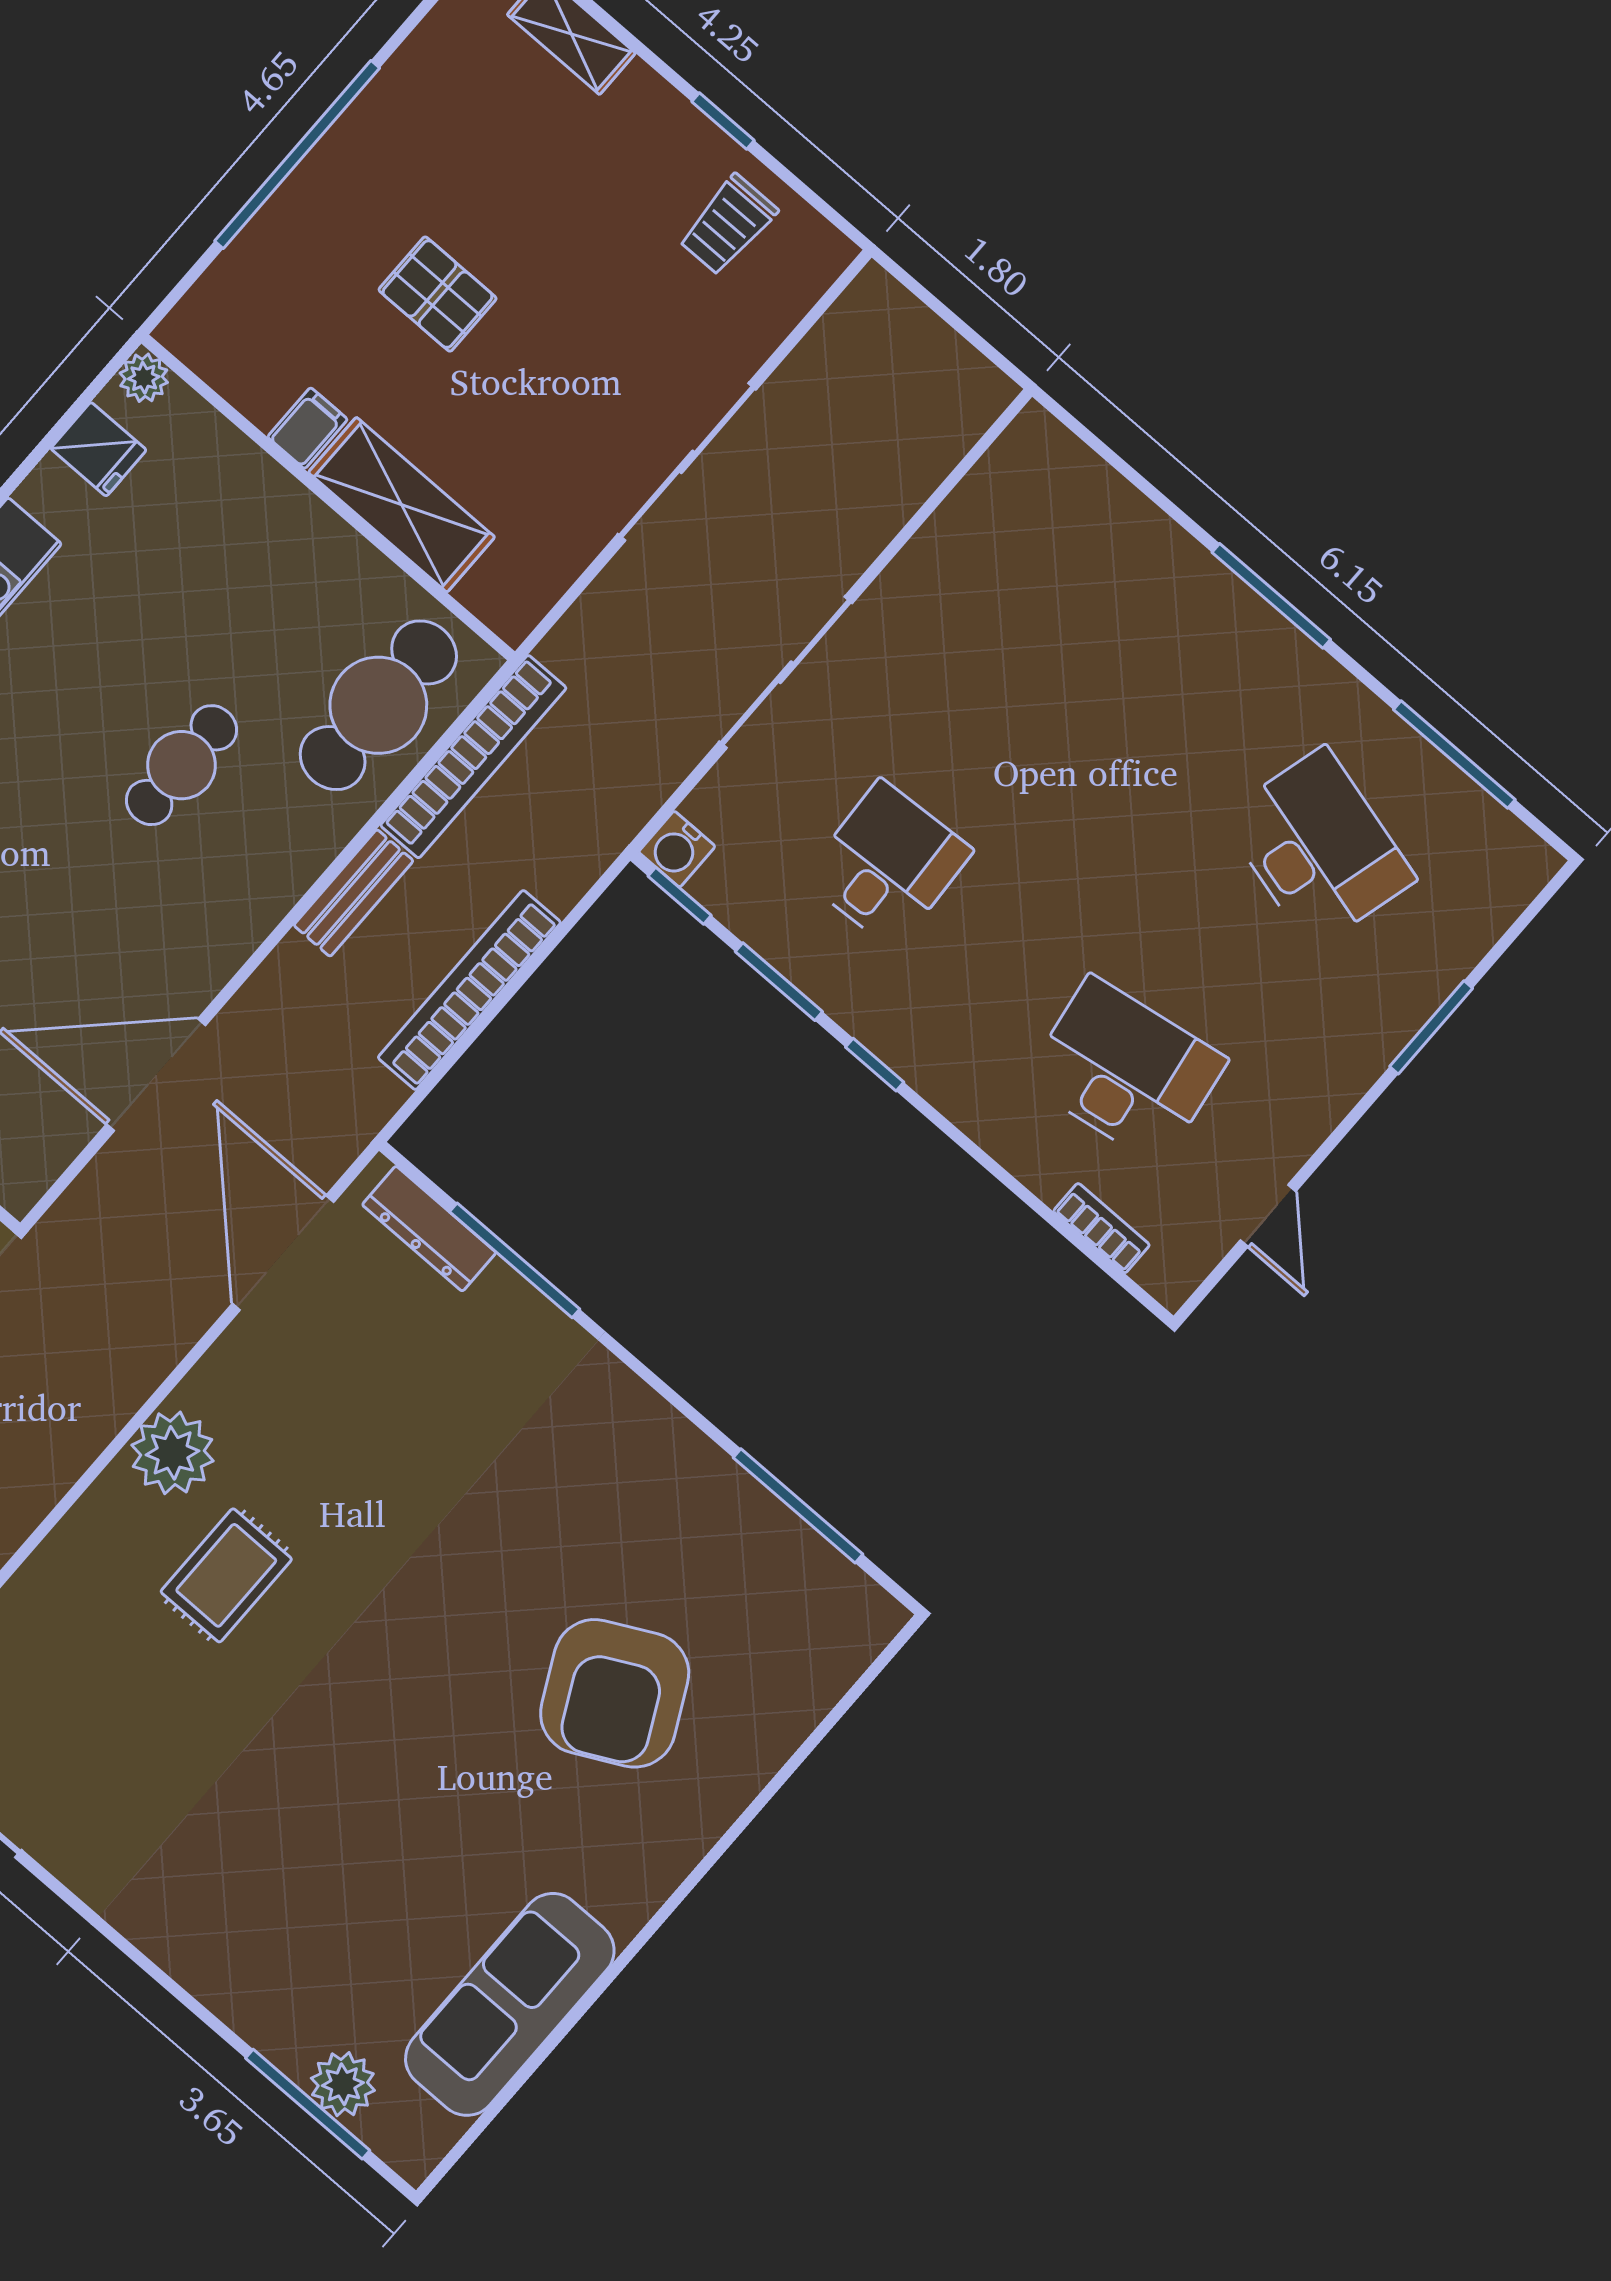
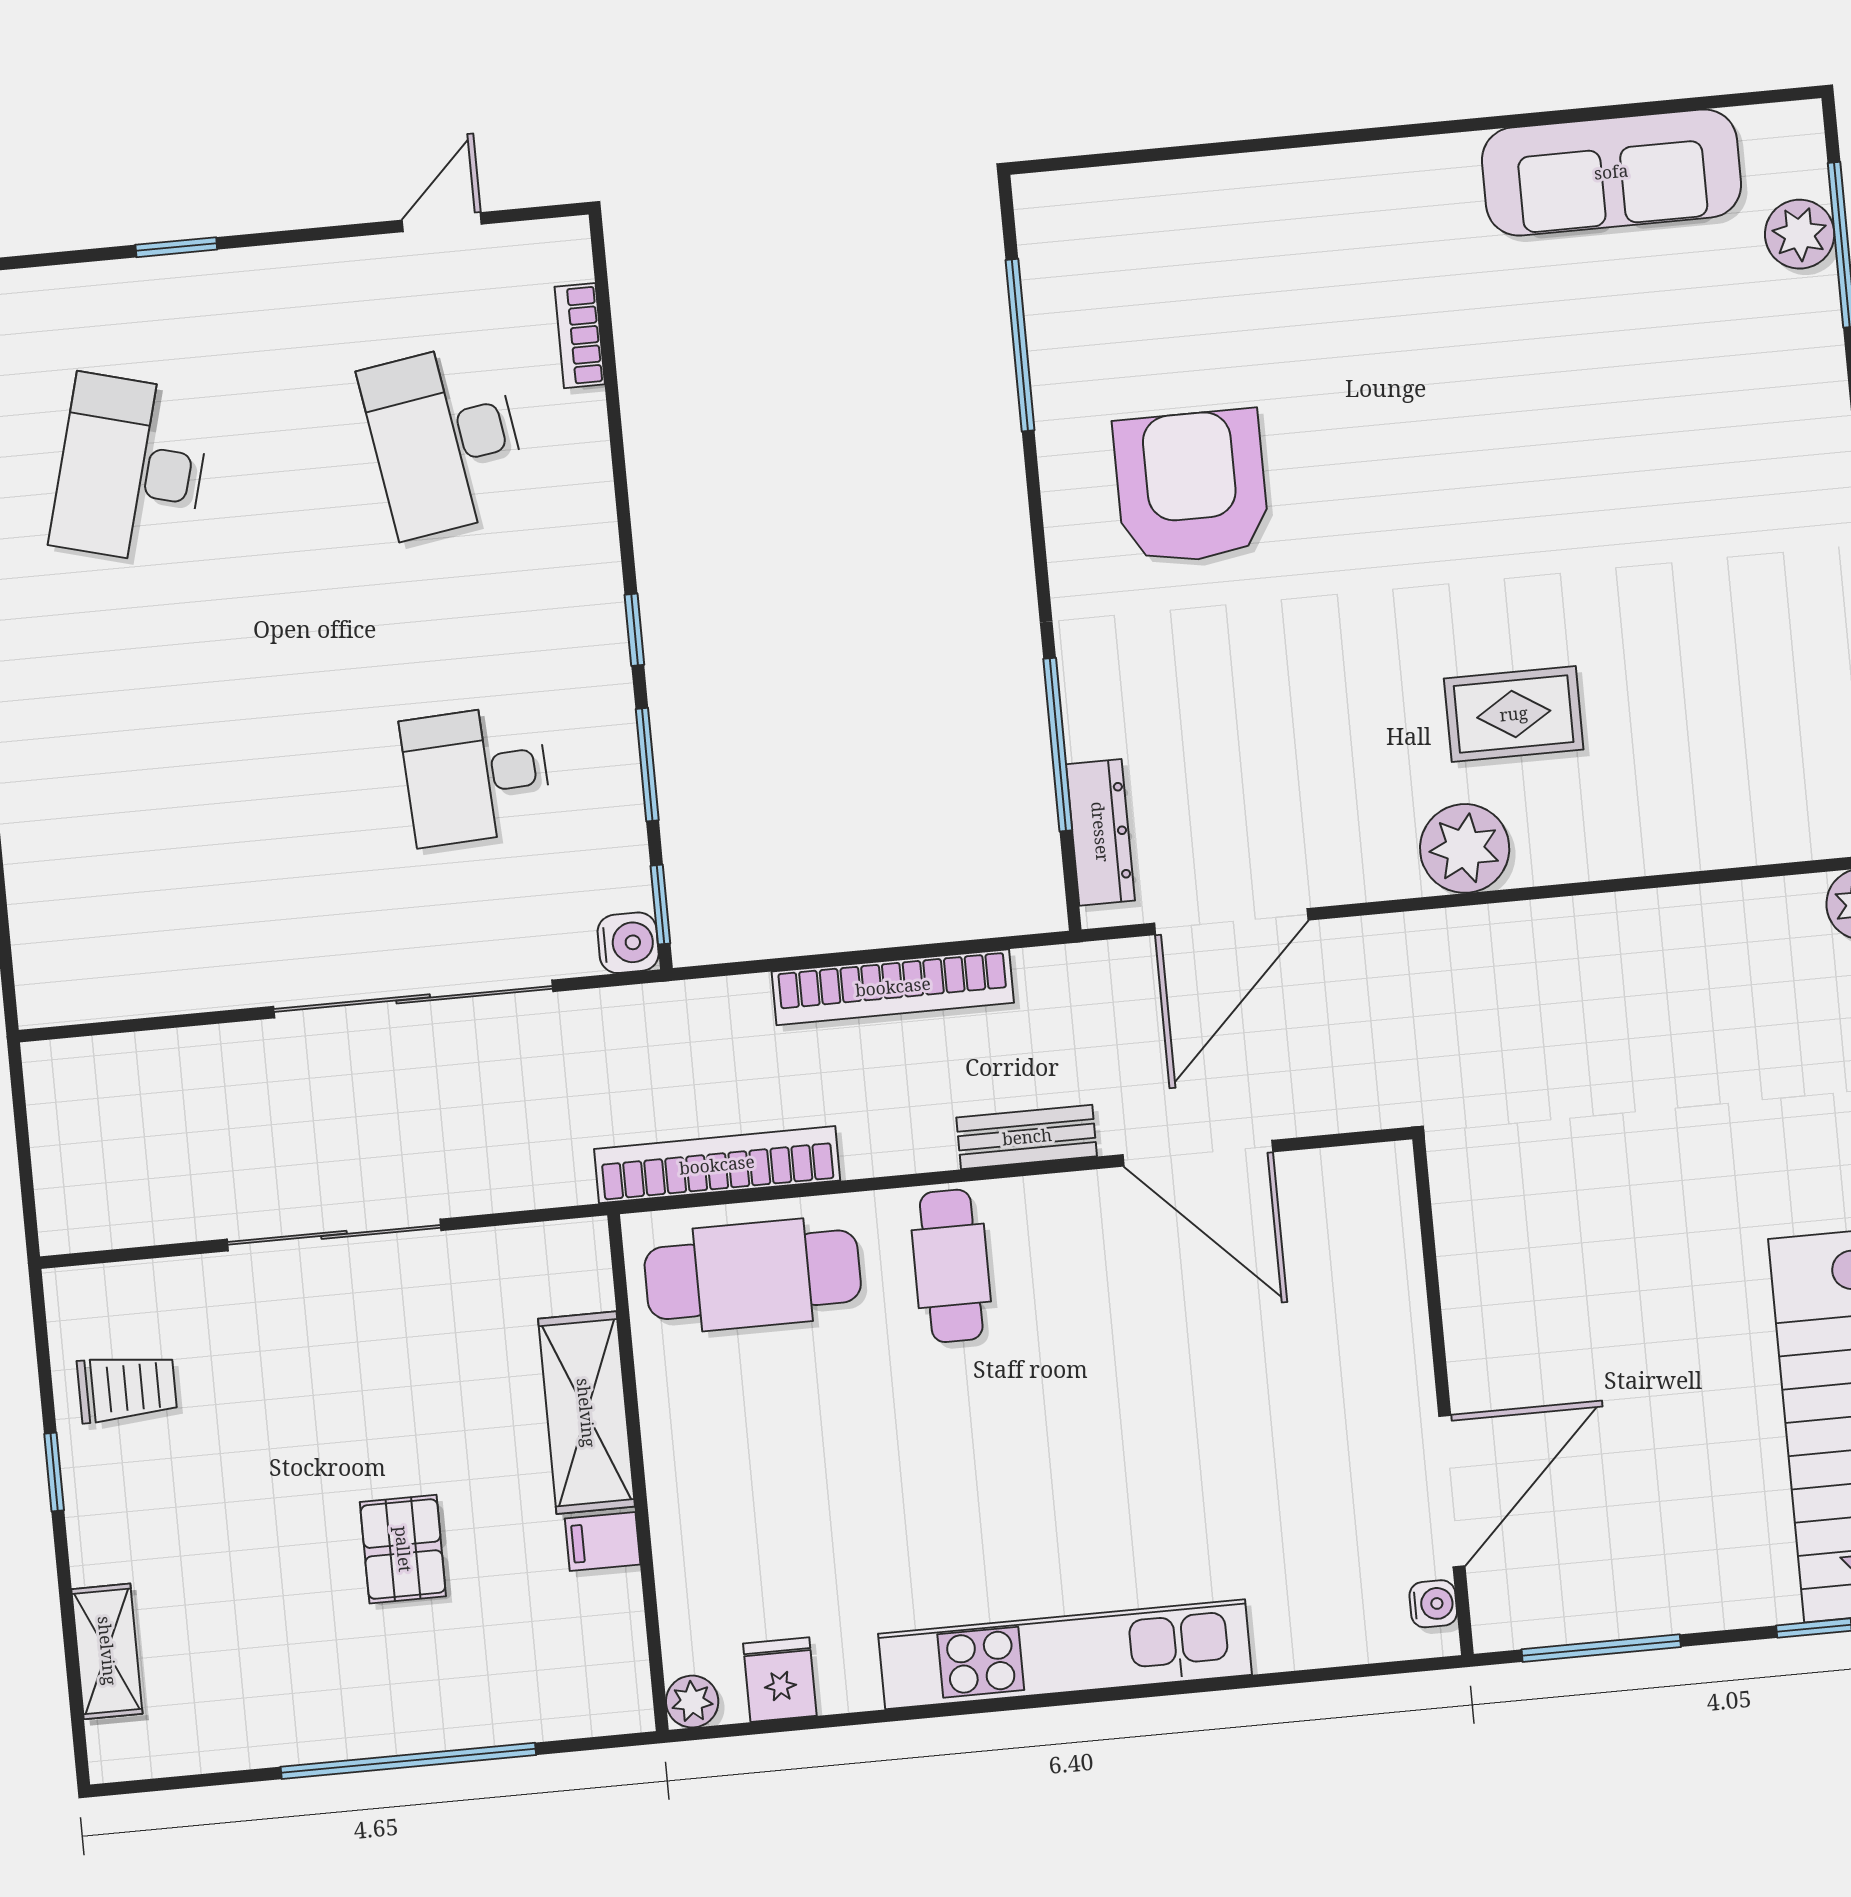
sliding door: (786, 672) -> (413, 999), width x1.36
cafe table: (181, 765) -> (951, 1266), moved, turned 90
bench: (354, 893) -> (1027, 1137), moved
window: (1431, 1027) -> (176, 247), width x0.67
armchair: (615, 1693) -> (1191, 487), moved, turned -63

